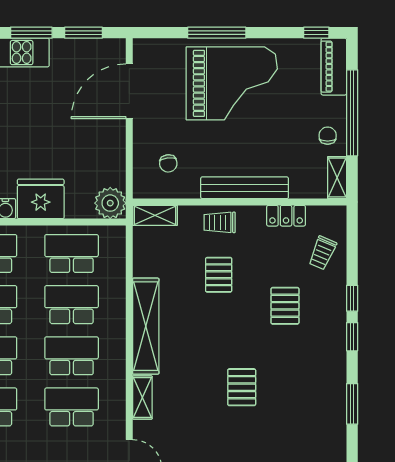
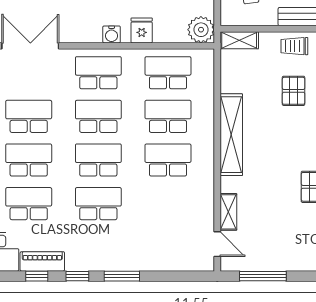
fridge: (41, 199) -> (142, 30), width x0.53, depth x0.75
shelving: (142, 398) -> (228, 212), moved
school desk: (72, 407) -> (168, 204), removed

